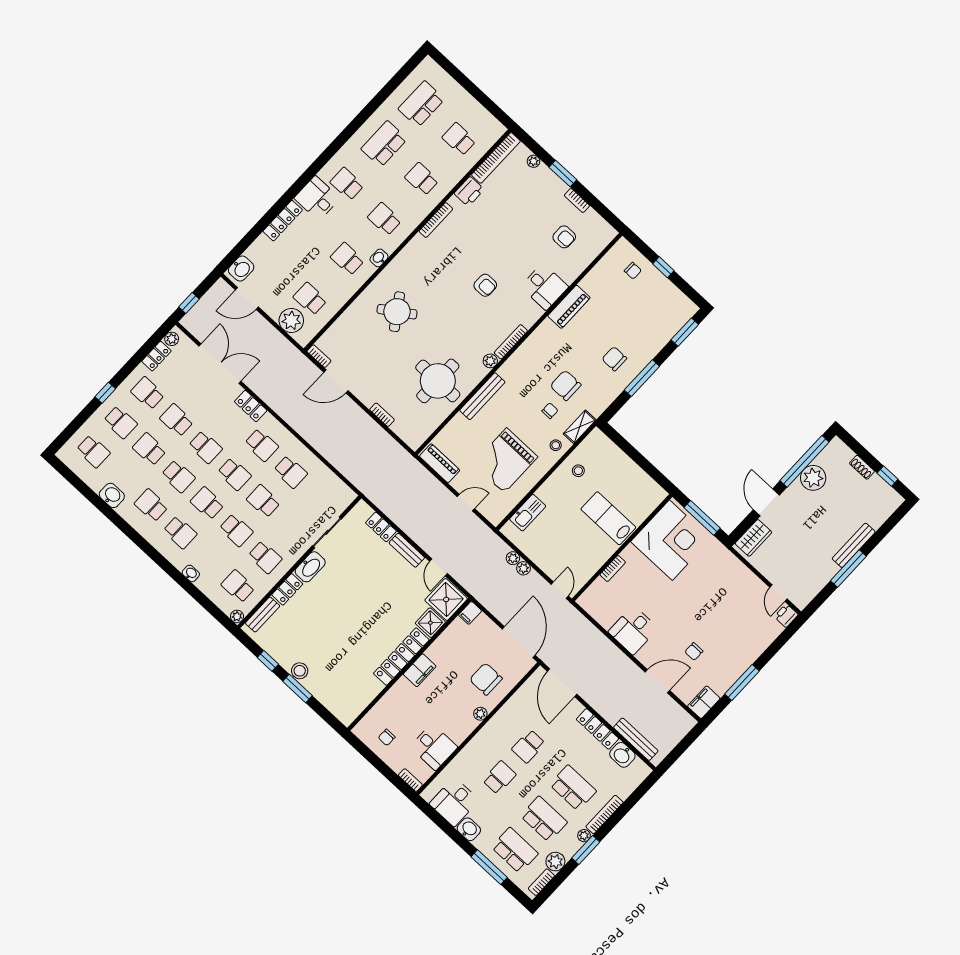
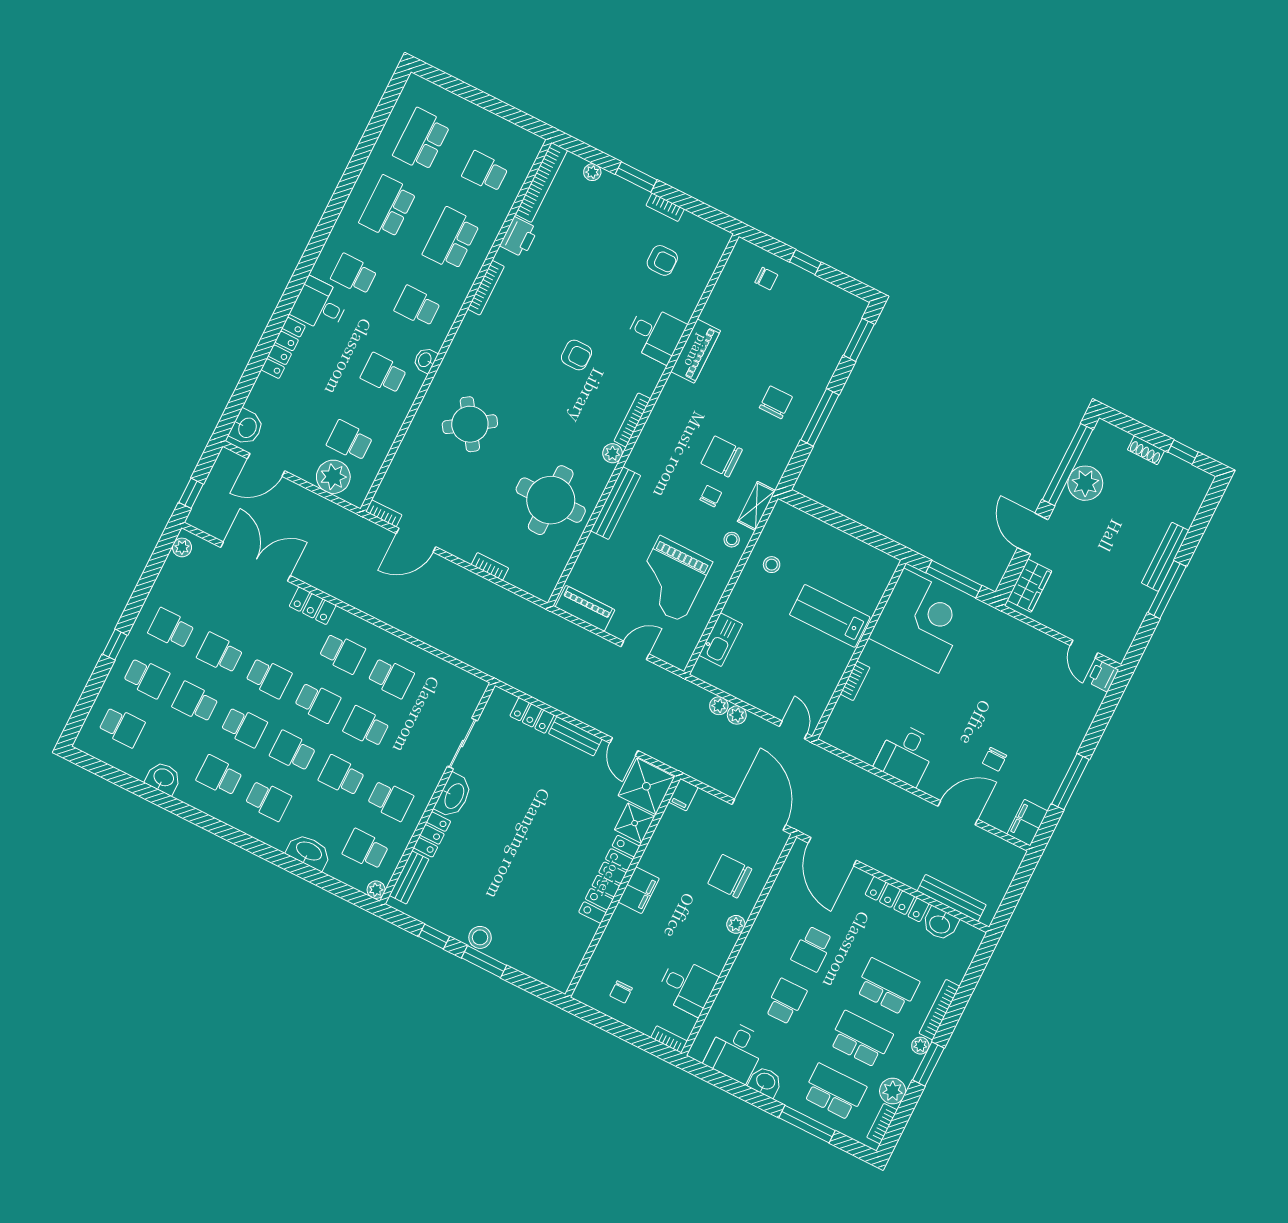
school desk: (422, 179) -> (451, 239), width x1.85
locker: (156, 356) -> (169, 576), removed
chair: (614, 359) -> (776, 402), turned 90
school desk: (236, 530) -> (342, 776), turned 180
washbasin: (191, 573) -> (309, 852), width x1.91, depth x1.45

